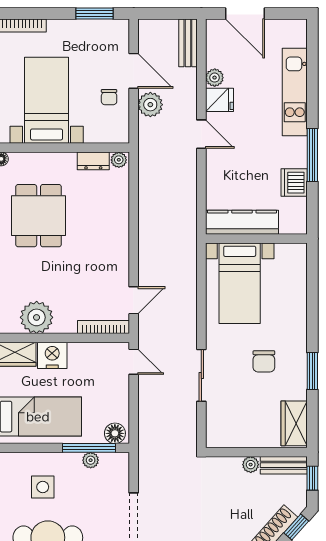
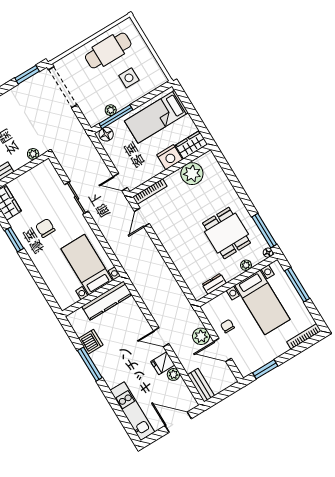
kitchen unit: (295, 92) -> (132, 411), moved
plant: (119, 160) -> (246, 265), moved
plant: (251, 465) -> (33, 154), moved

